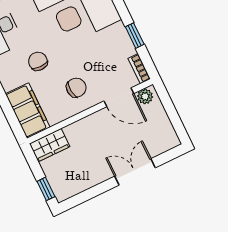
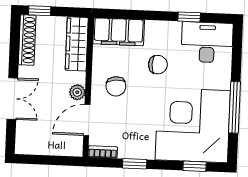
plant: (145, 96) -> (77, 92), moved
wardrobe: (50, 145) -> (77, 44), width x1.50
shoe rack: (77, 186) -> (27, 40), added

